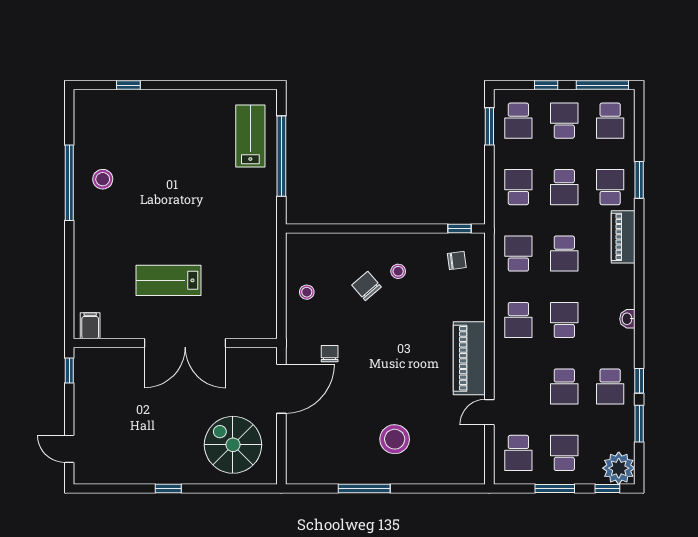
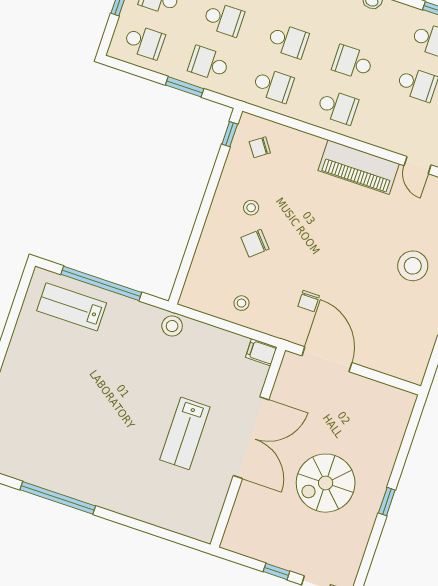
window: (489, 126) -> (185, 87), moved
stool: (103, 179) -> (172, 326), moved
school desk: (518, 254) -> (273, 85), turned 180
chair: (457, 261) -> (260, 147), turned -118
filing cabinet: (90, 326) -> (261, 352), moved
chair: (330, 354) -> (309, 301), turned -90
window: (69, 371) -> (277, 571), moved
spiral stairs: (233, 445) -> (326, 483), moved

